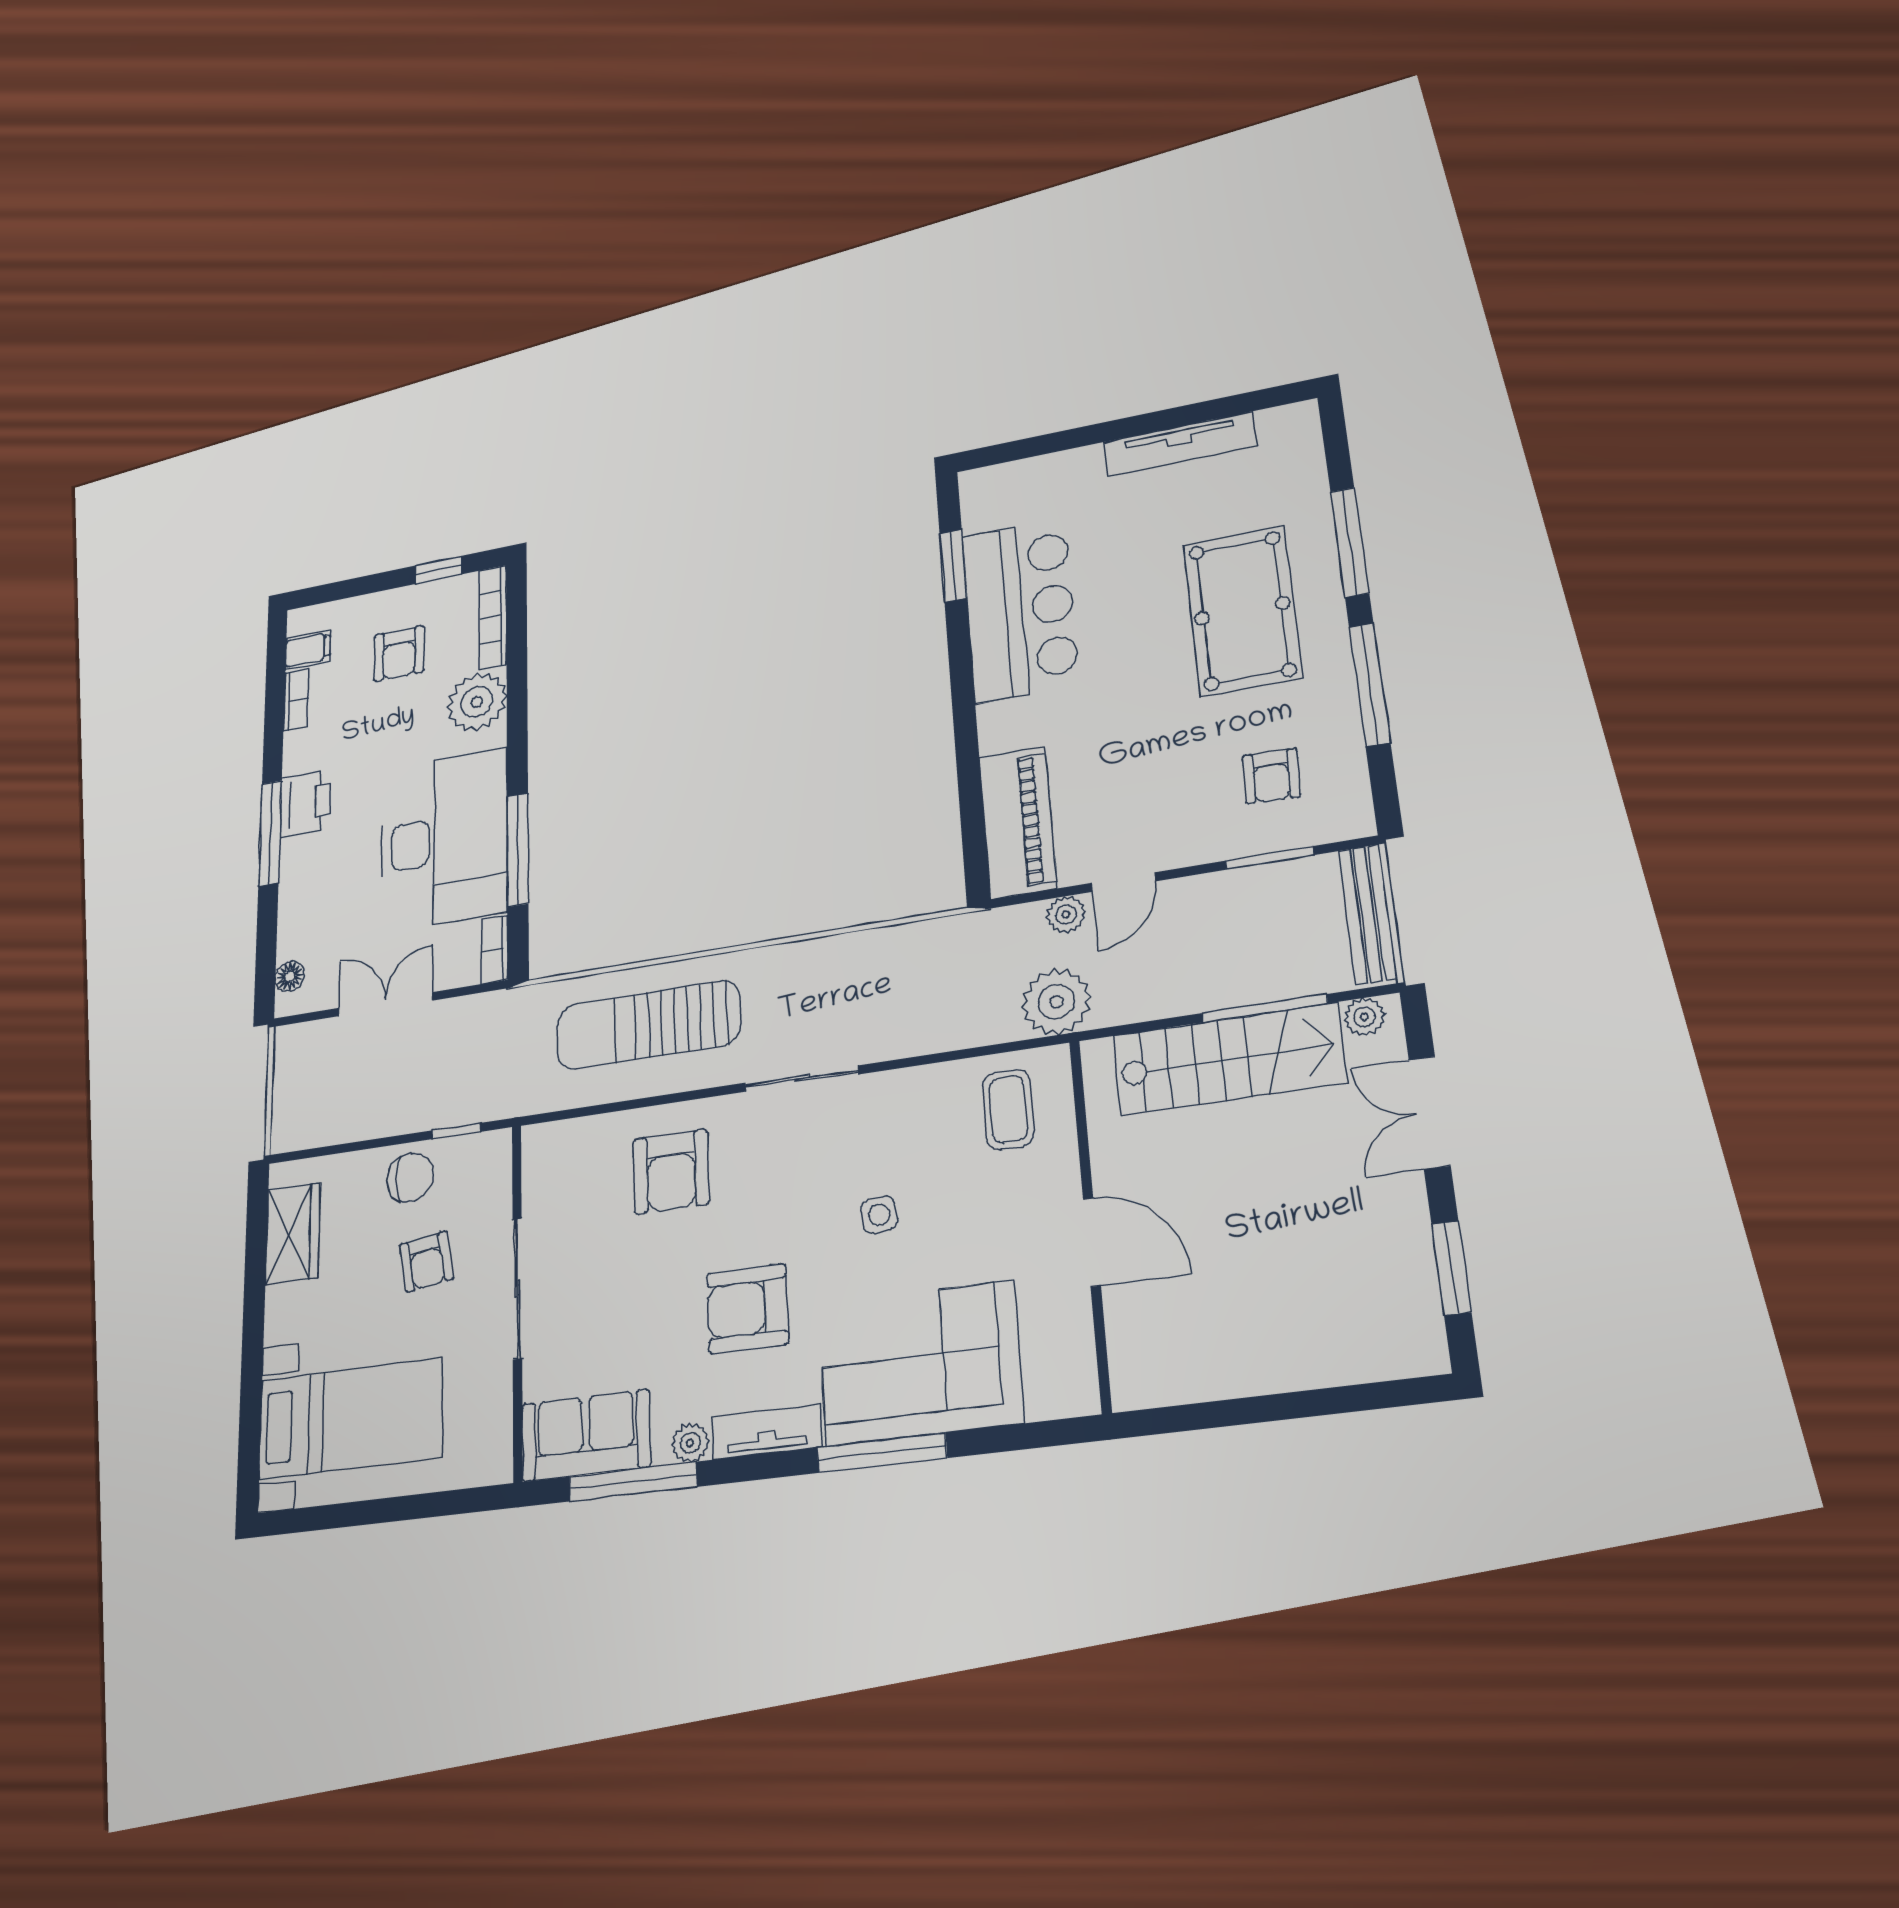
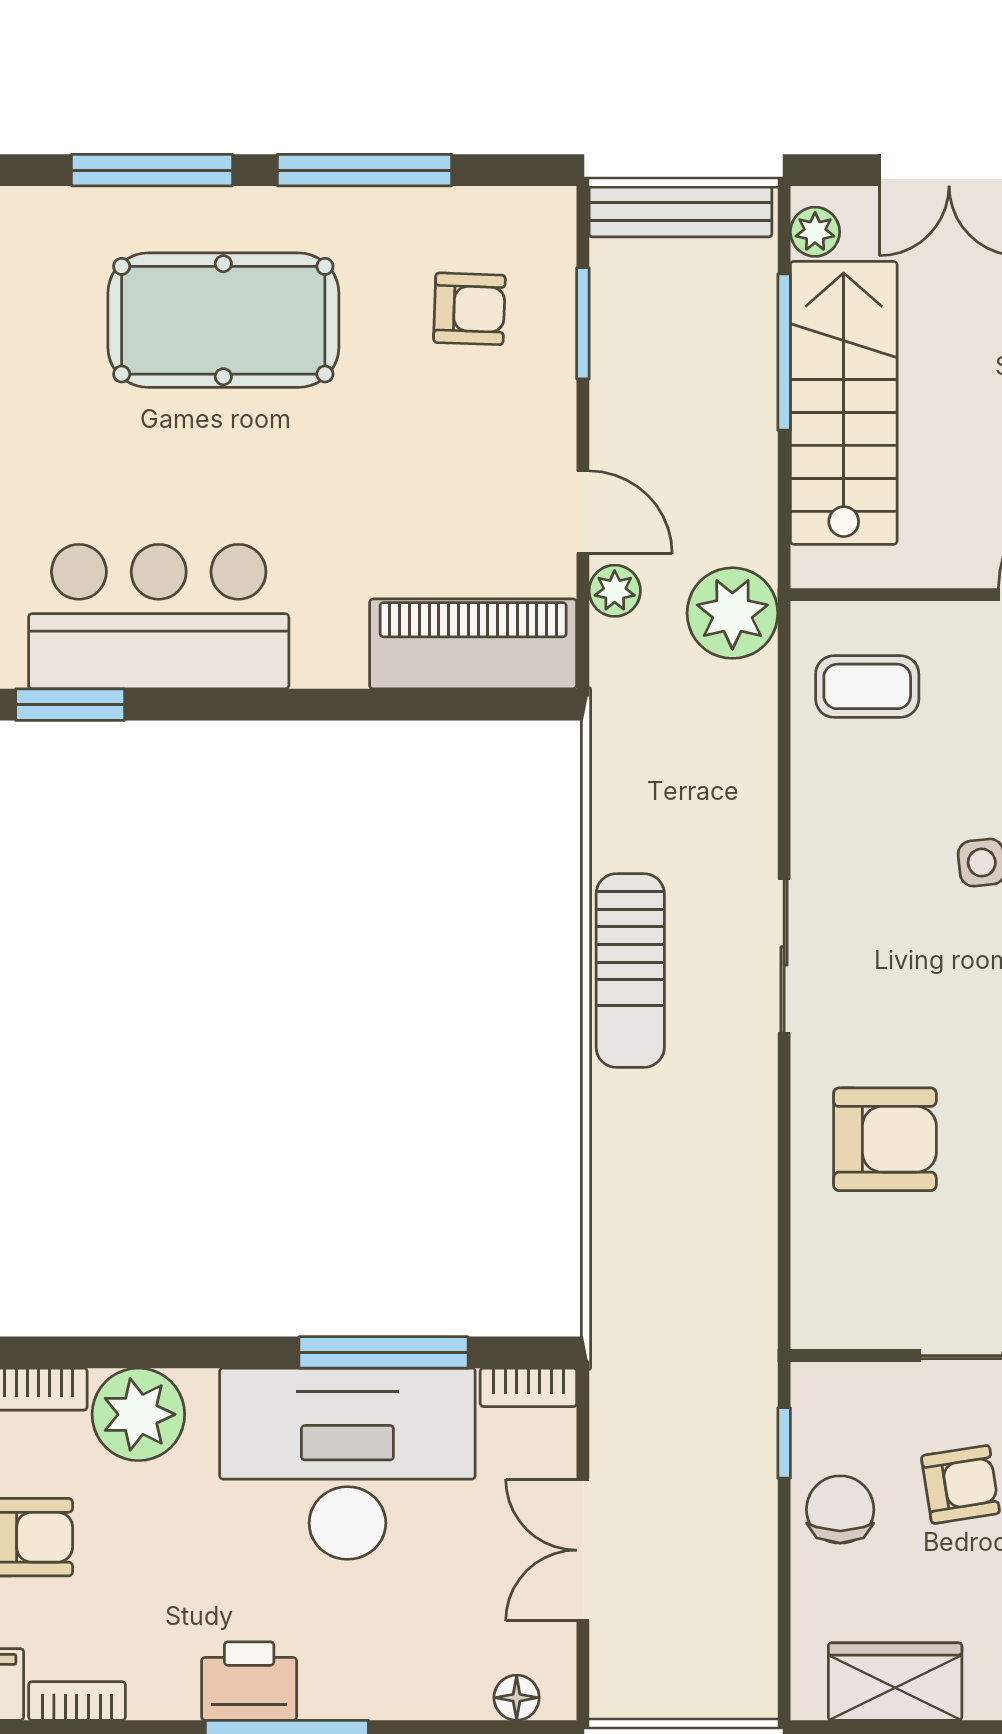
sun lounger: (648, 1025) -> (630, 971), moved, width x0.73, depth x0.75

